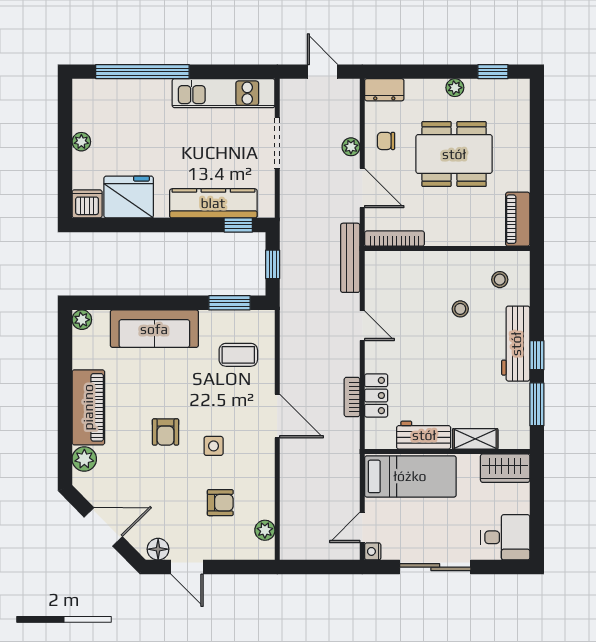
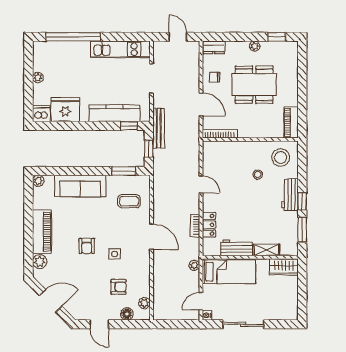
plant: (351, 147) -> (194, 265), moved
bench: (350, 258) -> (159, 128), moved
stool: (500, 280) -> (281, 158), width x1.89, depth x1.89
workbench: (516, 344) -> (290, 195), width x0.73
desk: (505, 537) -> (284, 307), removed
floor lamp: (158, 549) -> (127, 314), moved

